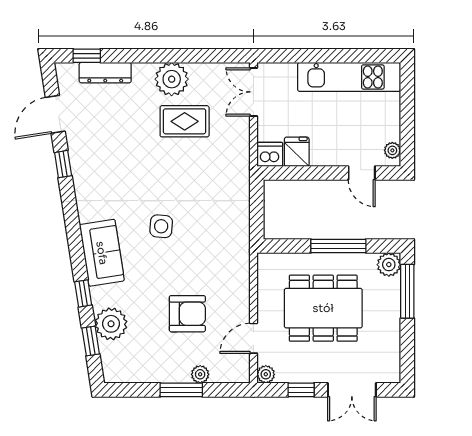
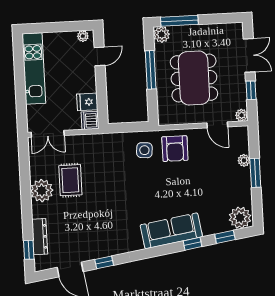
side table: (161, 226) -> (144, 150), moved
sofa: (102, 253) -> (171, 231), width x1.36
armchair: (187, 314) -> (175, 149), moved, turned 180
plant: (111, 324) -> (240, 218), moved

